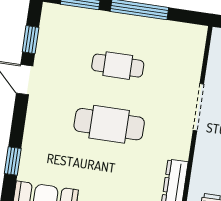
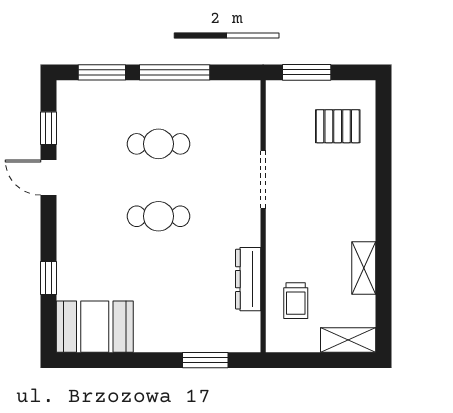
cafe table: (109, 124) -> (158, 216), width x0.73, depth x0.74

